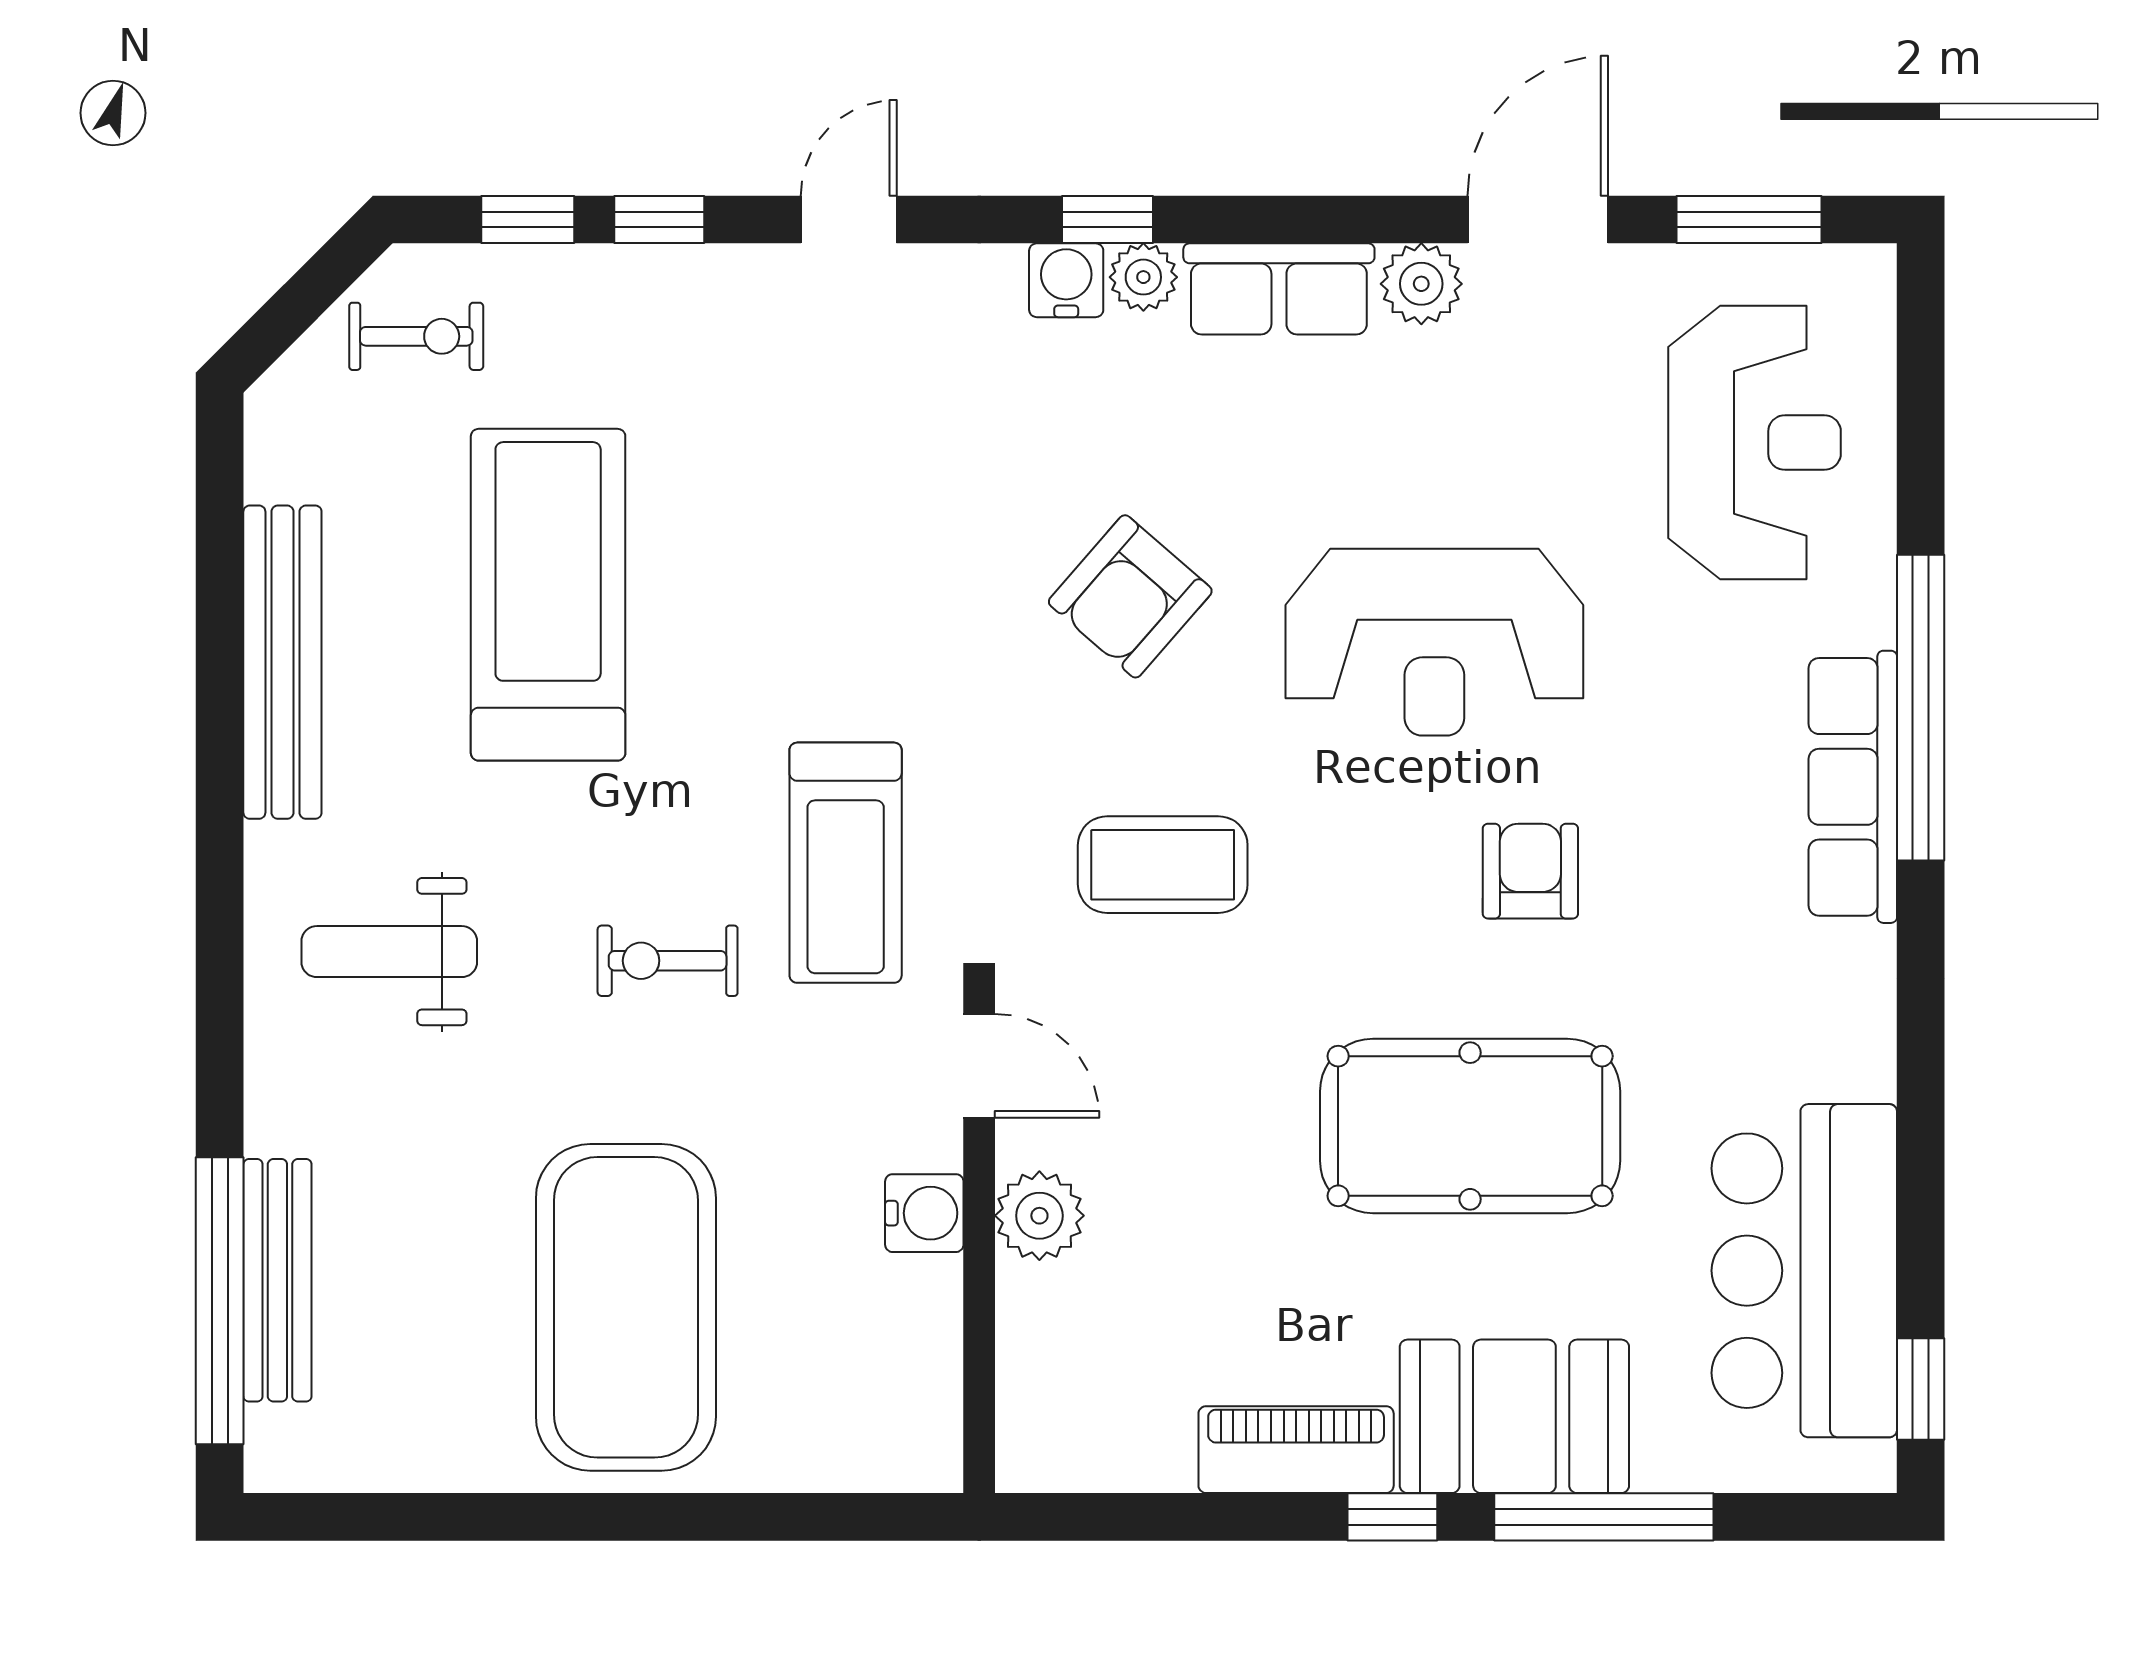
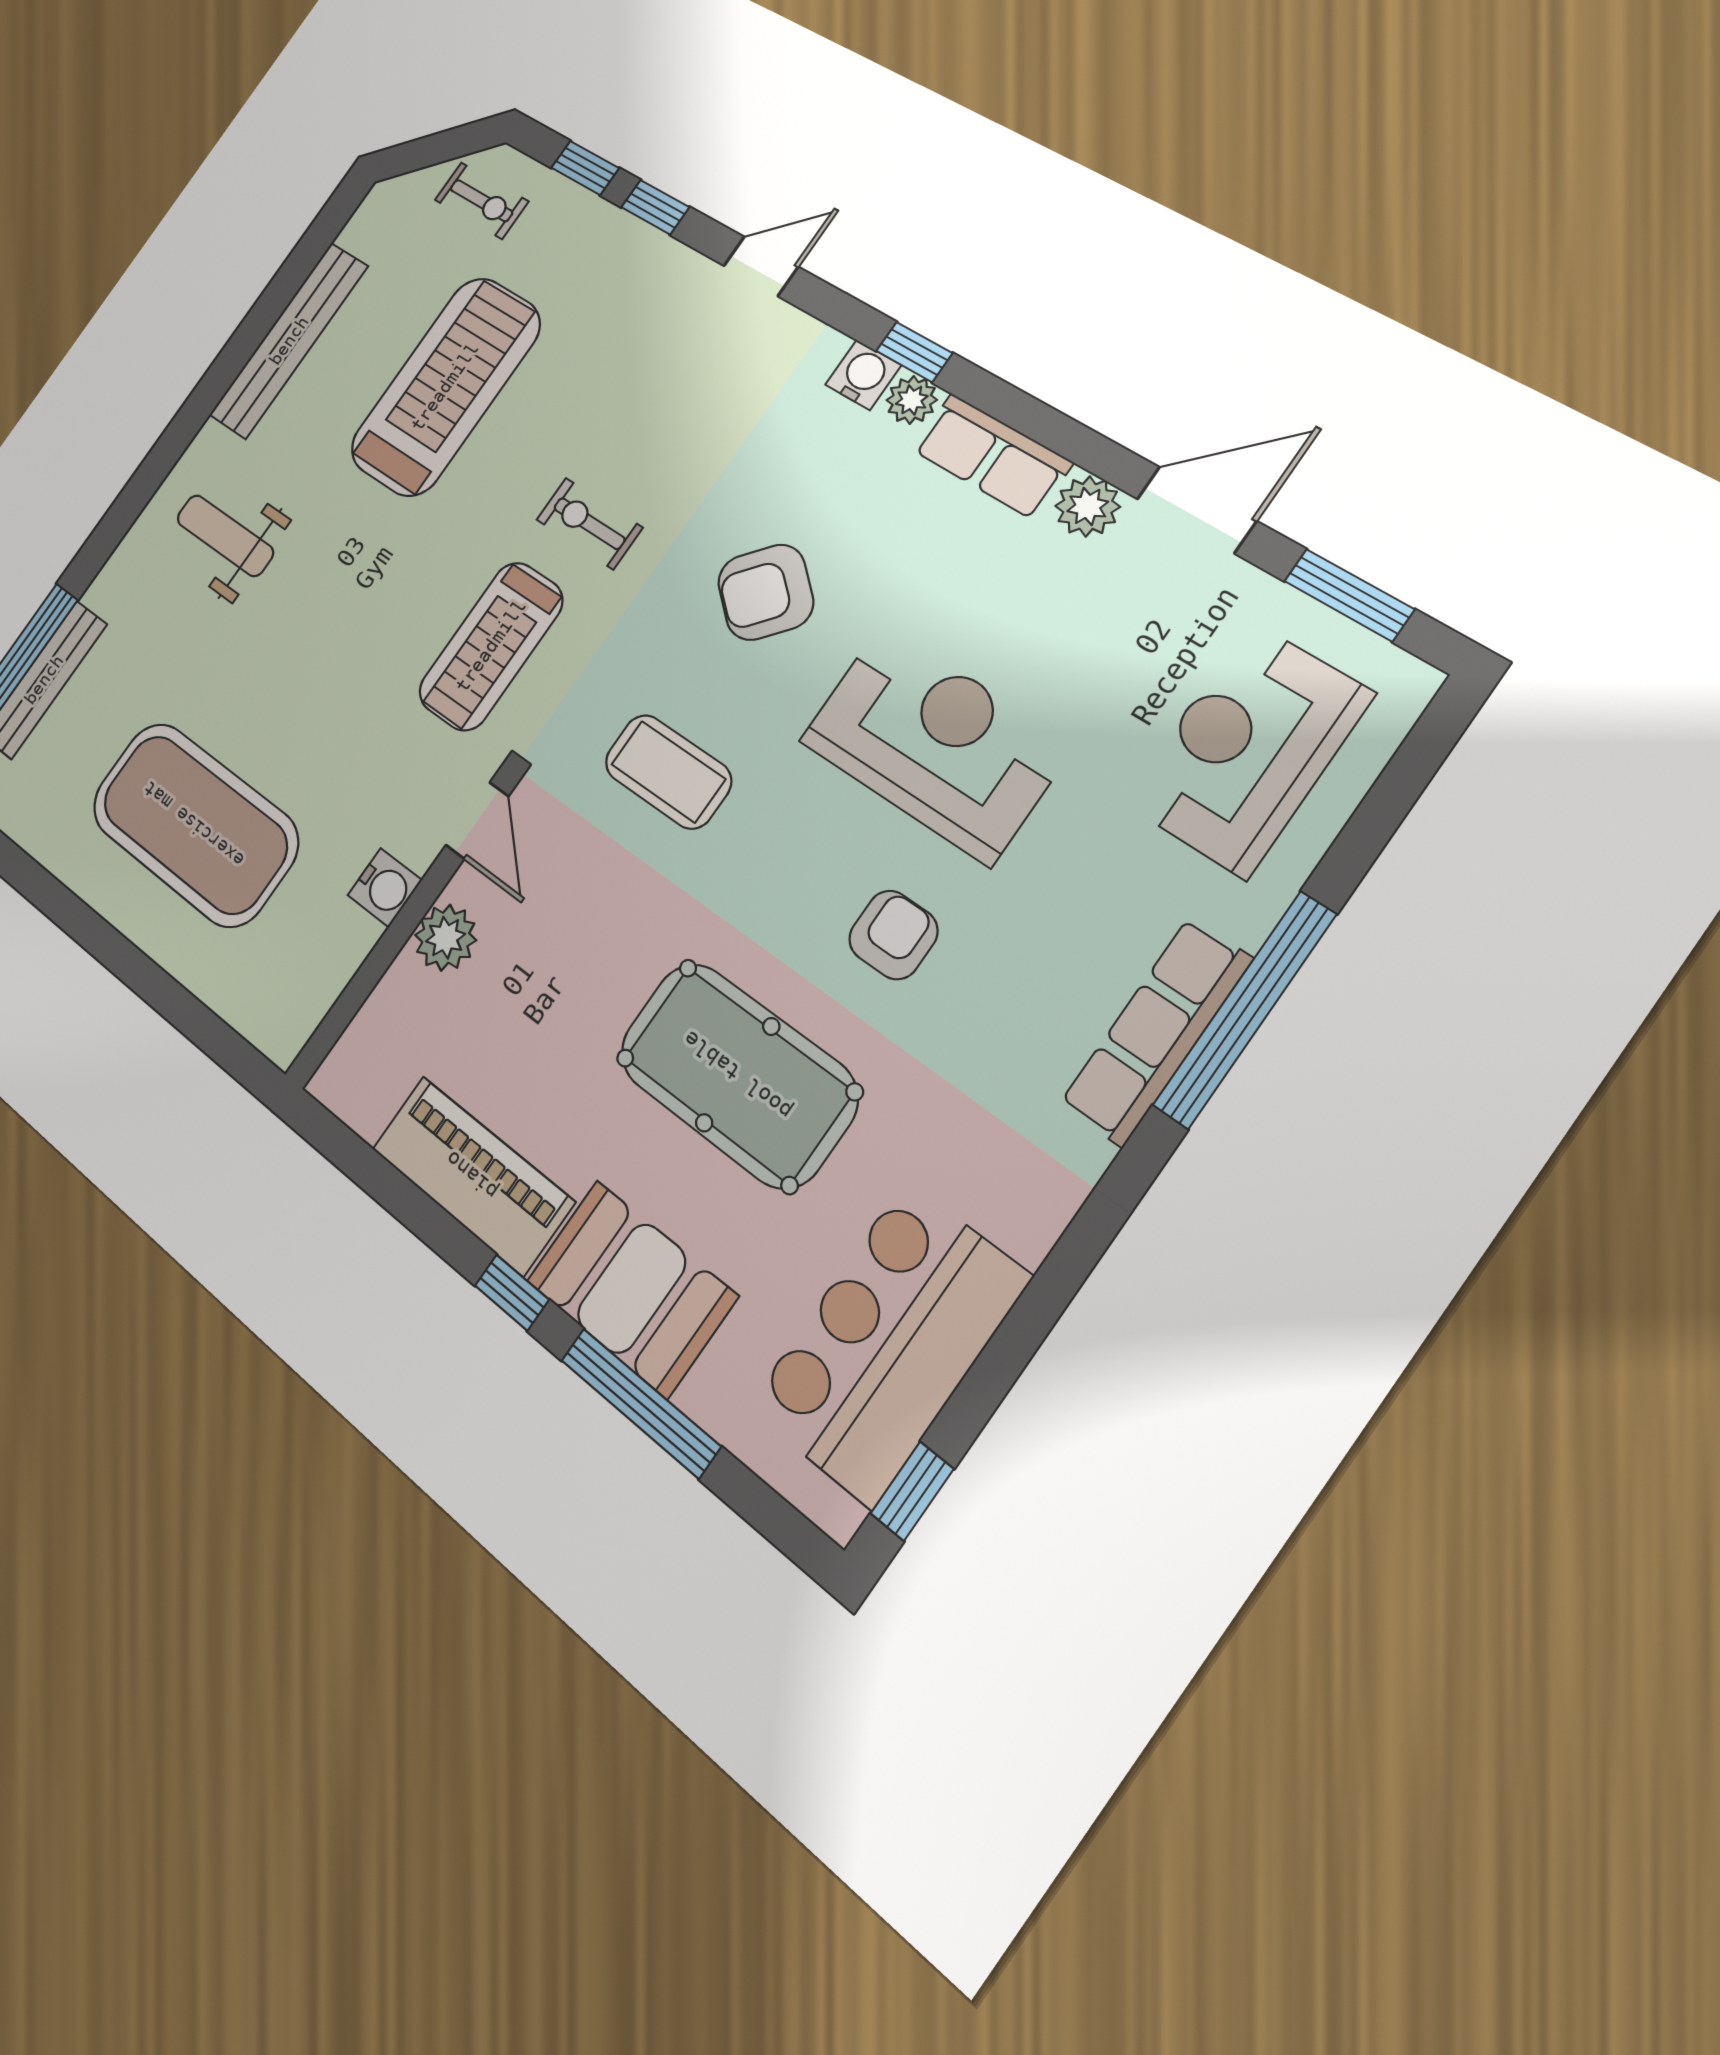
reception desk: (1755, 443) -> (1248, 749), turned 180
reception desk: (1434, 642) -> (935, 743), turned 180
exercise bike: (668, 961) -> (589, 524), moved
exercise mat: (626, 1307) -> (194, 824), turned 90
piano: (1296, 1450) -> (472, 1175), width x1.37, depth x1.33

